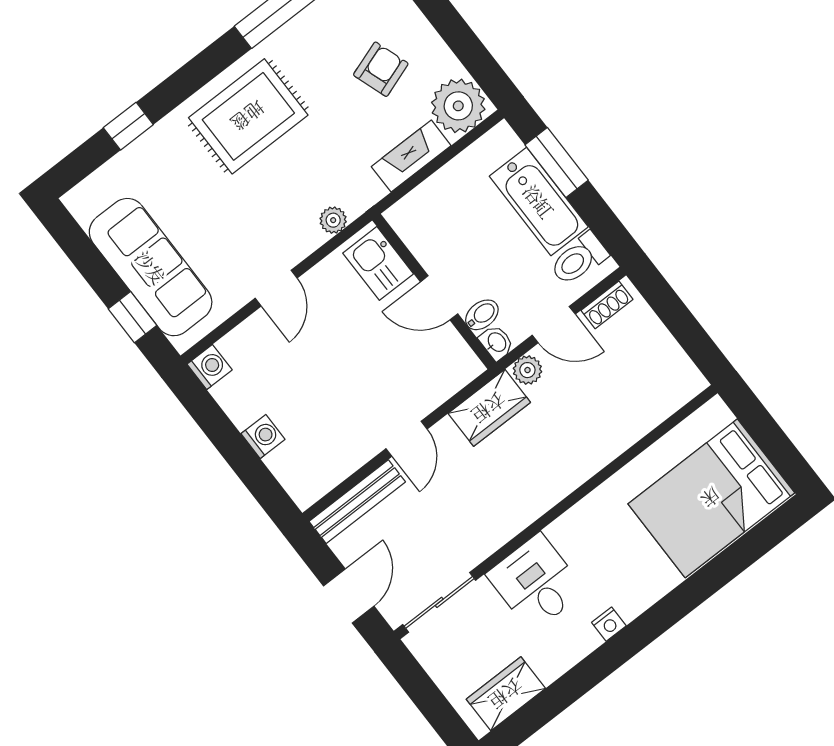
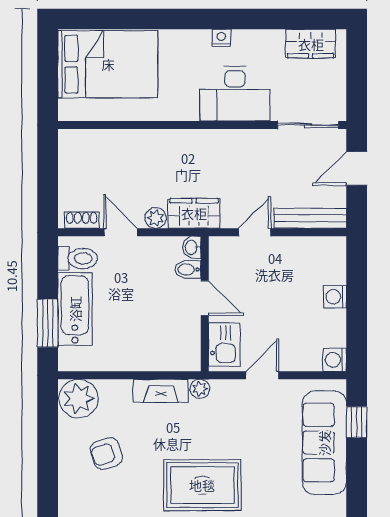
fireplace: (411, 156) -> (161, 391), moved
kitchen sink: (378, 263) -> (224, 344), moved
wall: (434, 291) -> (205, 304), moved
door: (439, 298) -> (205, 298), moved
bidet: (482, 315) -> (188, 269), moved
washbasin: (496, 343) -> (192, 247), moved
desk: (536, 583) -> (235, 94), width x1.37

